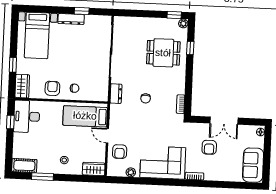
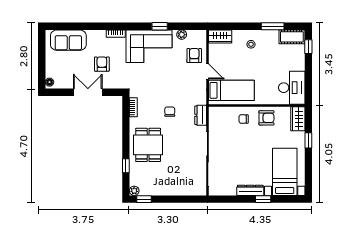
window: (82, 11) -> (263, 199), moved
dining table: (163, 53) -> (148, 145), moved, turned 90
armchair: (52, 88) -> (266, 118), turned -90
window: (10, 122) -> (308, 47), moved
sofa: (253, 165) -> (68, 40), moved, turned 90
window: (152, 181) -> (160, 26), added

